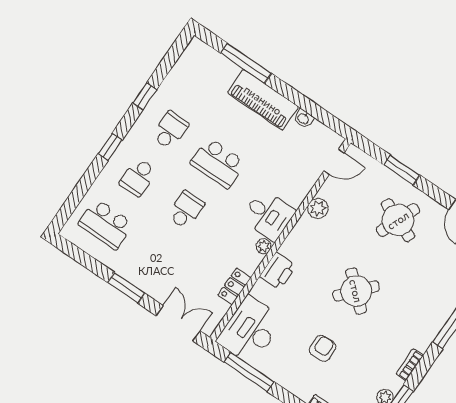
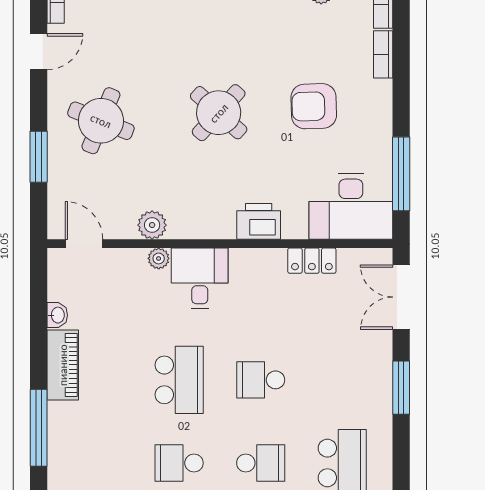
piano: (263, 100) -> (63, 365), width x0.73, depth x0.75
plant: (264, 246) -> (159, 258), moved
armchair: (322, 348) -> (314, 106), width x1.38, depth x1.38

